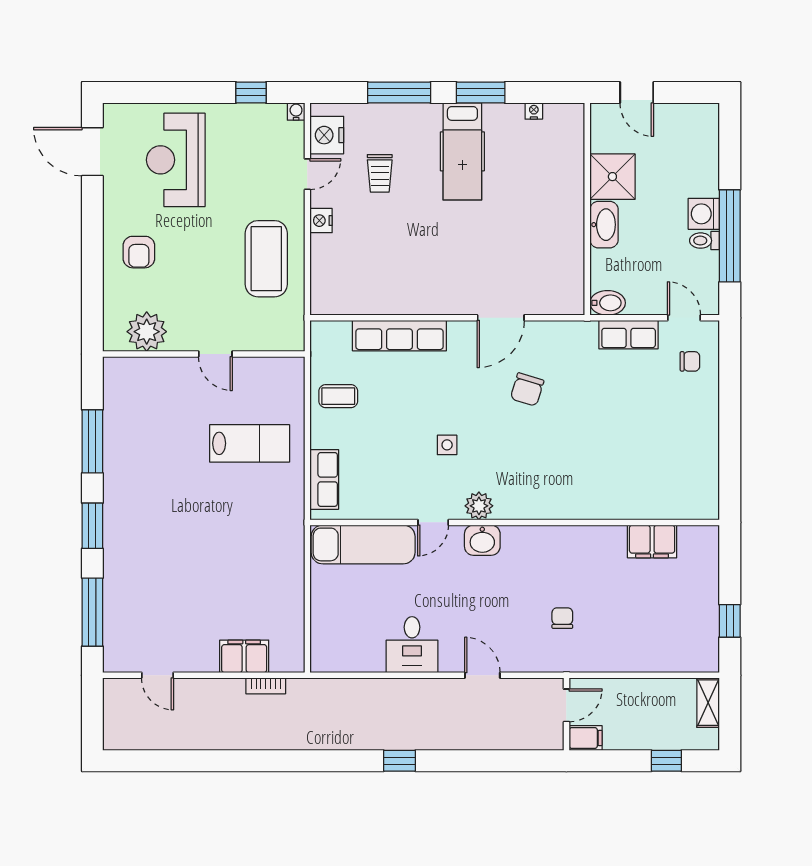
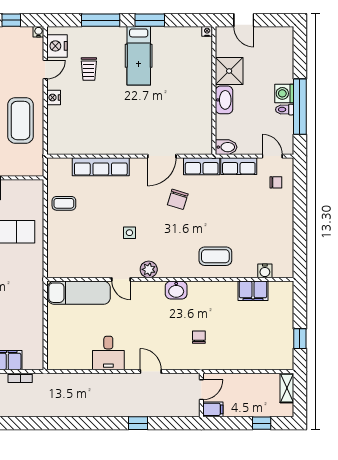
nightstand: (534, 111) -> (207, 31), moved
row of seats: (324, 479) -> (202, 166), moved, turned 90
coffee table: (590, 484) -> (215, 256), added
water cooler: (672, 508) -> (265, 271), added
door: (433, 522) -> (121, 279), hinge flipped
washbasin: (482, 540) -> (176, 290), moved
window: (399, 761) -> (138, 423), moved

